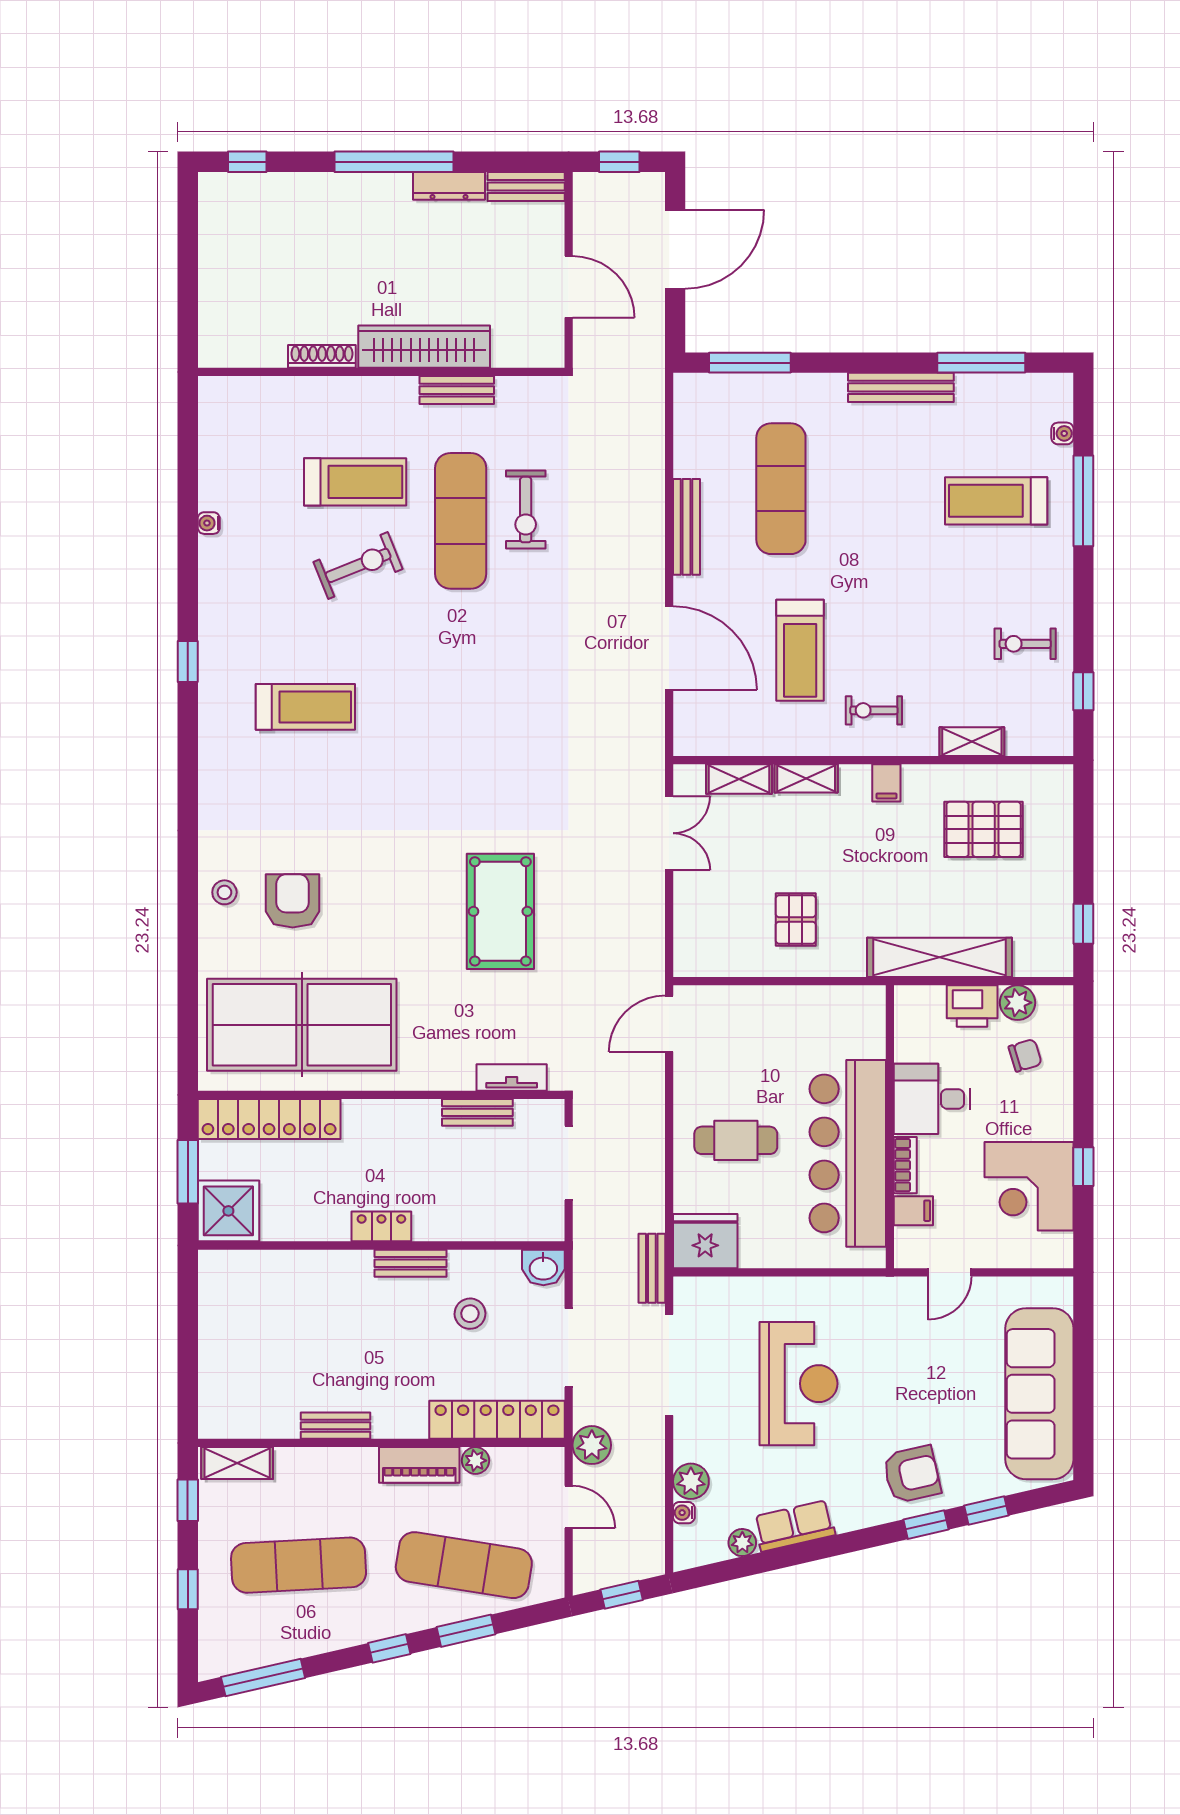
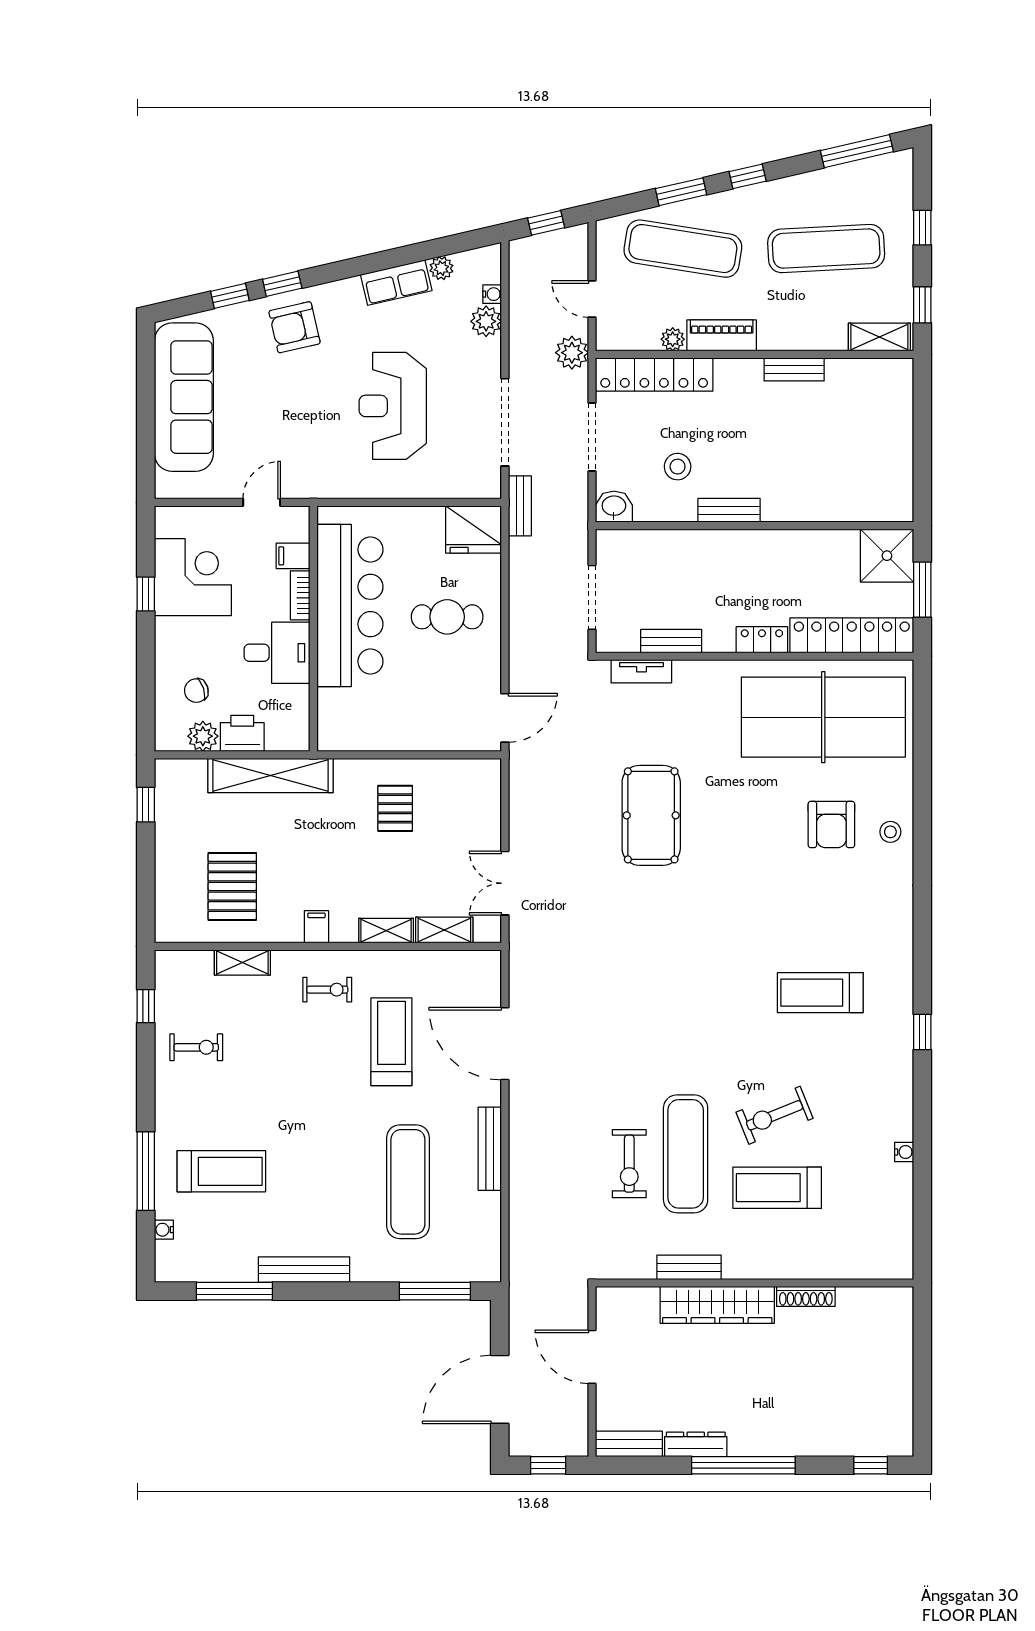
exercise bike: (526, 510) -> (629, 1164), turned 180
pallet: (984, 829) -> (232, 886), turned 90
locker: (381, 1226) -> (762, 640), moved, turned 180

